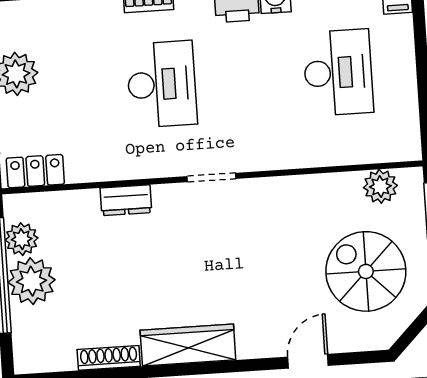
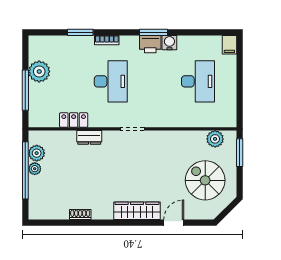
locker: (35, 171) -> (74, 120), moved
plant: (32, 281) -> (35, 169), width x0.53, depth x0.53
wardrobe: (188, 345) -> (137, 211), moved
shoe rack: (109, 358) -> (80, 214), width x0.70

